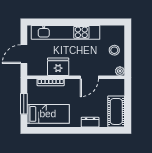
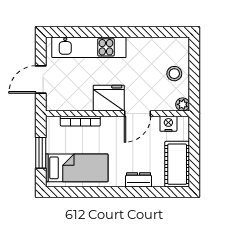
kitchen unit: (66, 32) -> (89, 47), width x0.73
fridge: (58, 67) -> (109, 98), moved
nightstand: (110, 84) -> (168, 124), added

